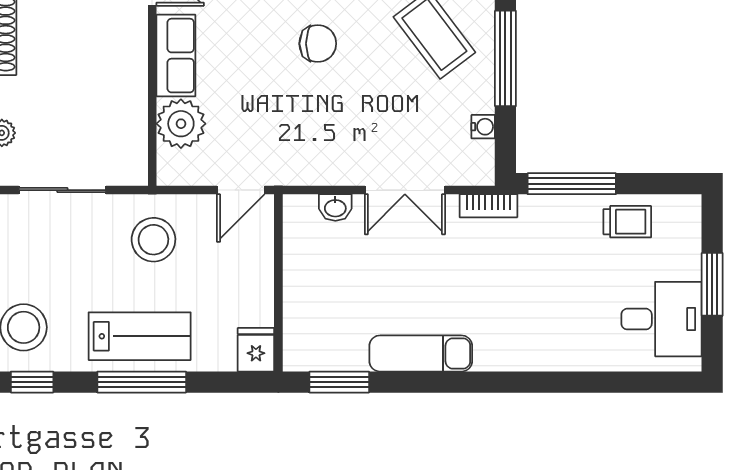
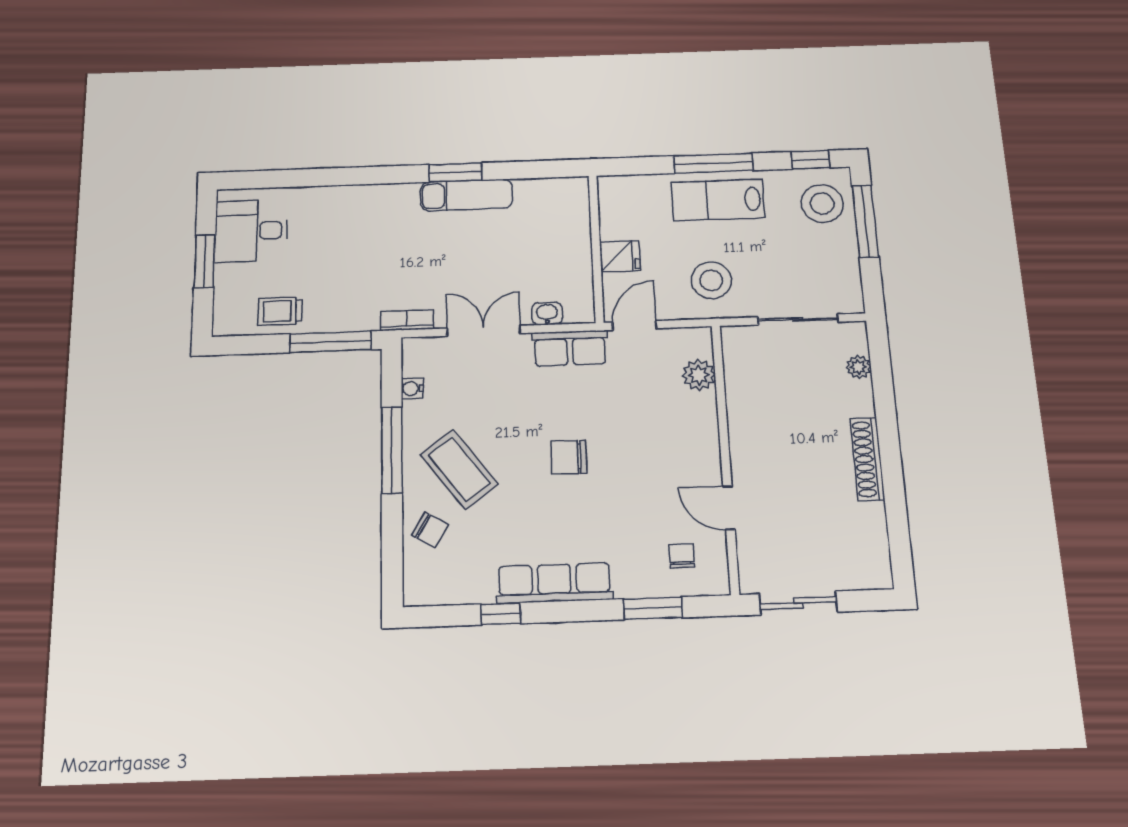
row of seats: (176, 56) -> (570, 348), moved, turned -90
plant: (181, 124) -> (699, 375), width x0.73, depth x0.73
fridge: (256, 350) -> (620, 256), moved, turned -90
window: (339, 382) -> (455, 172), moved

